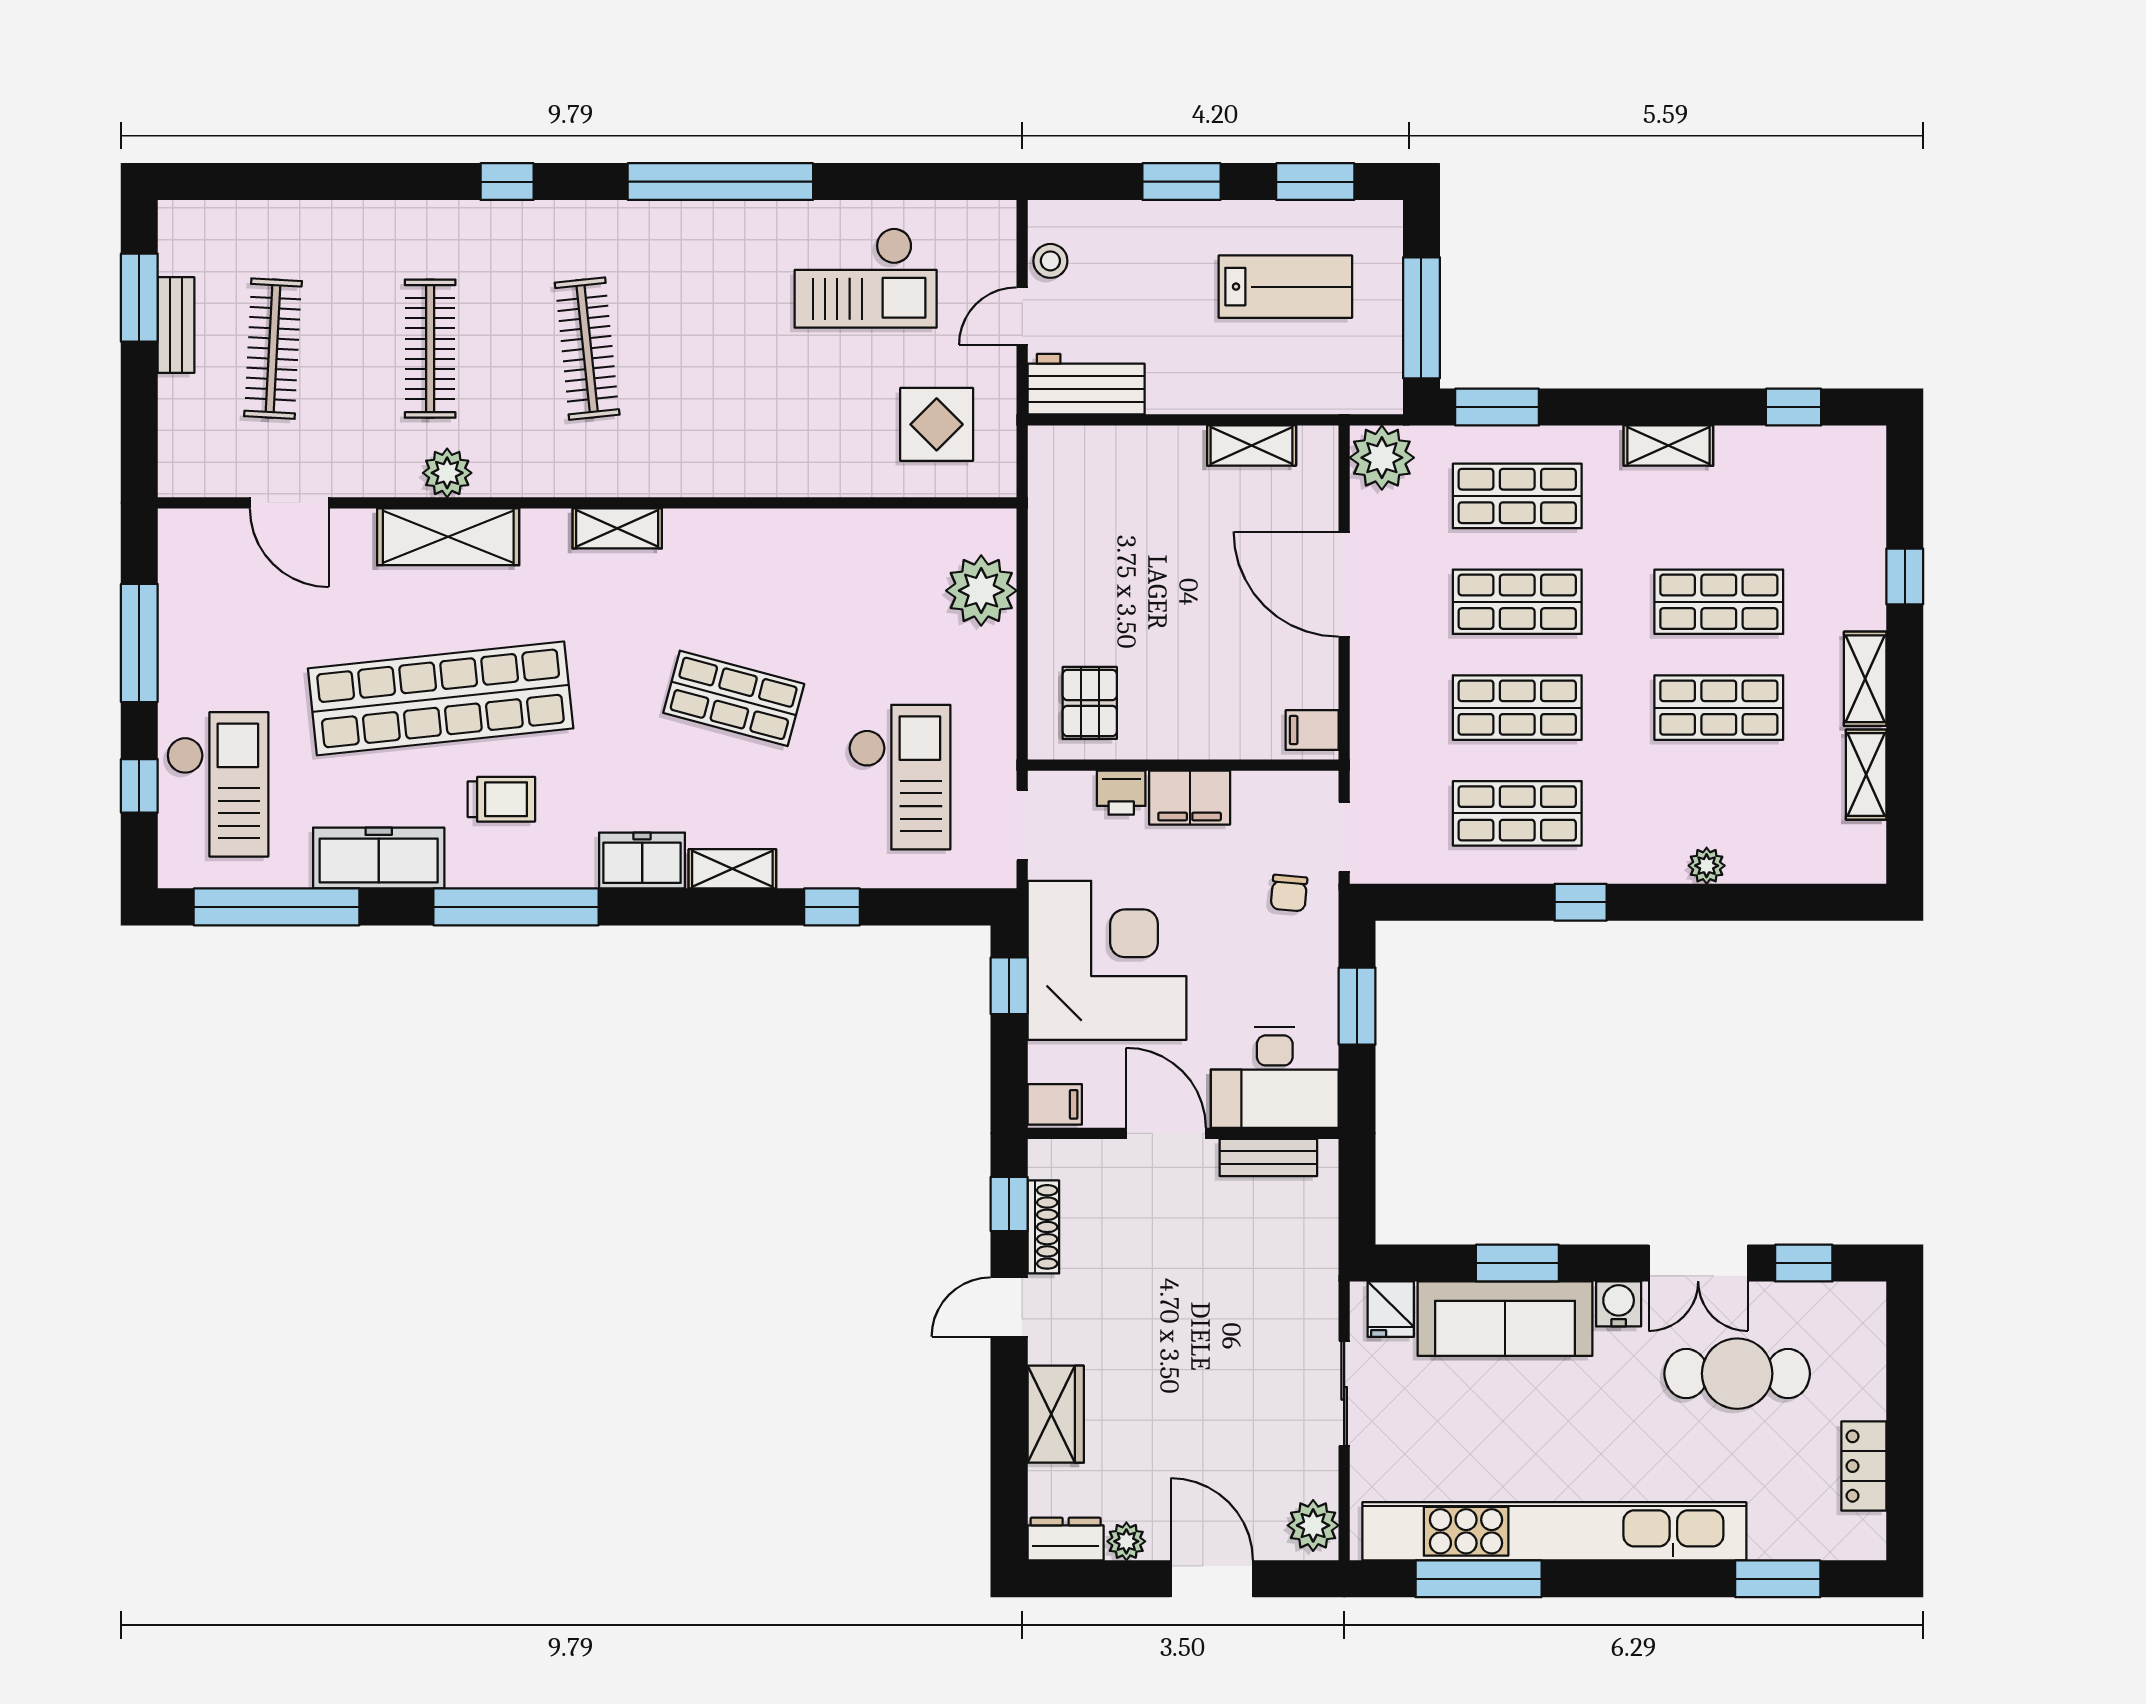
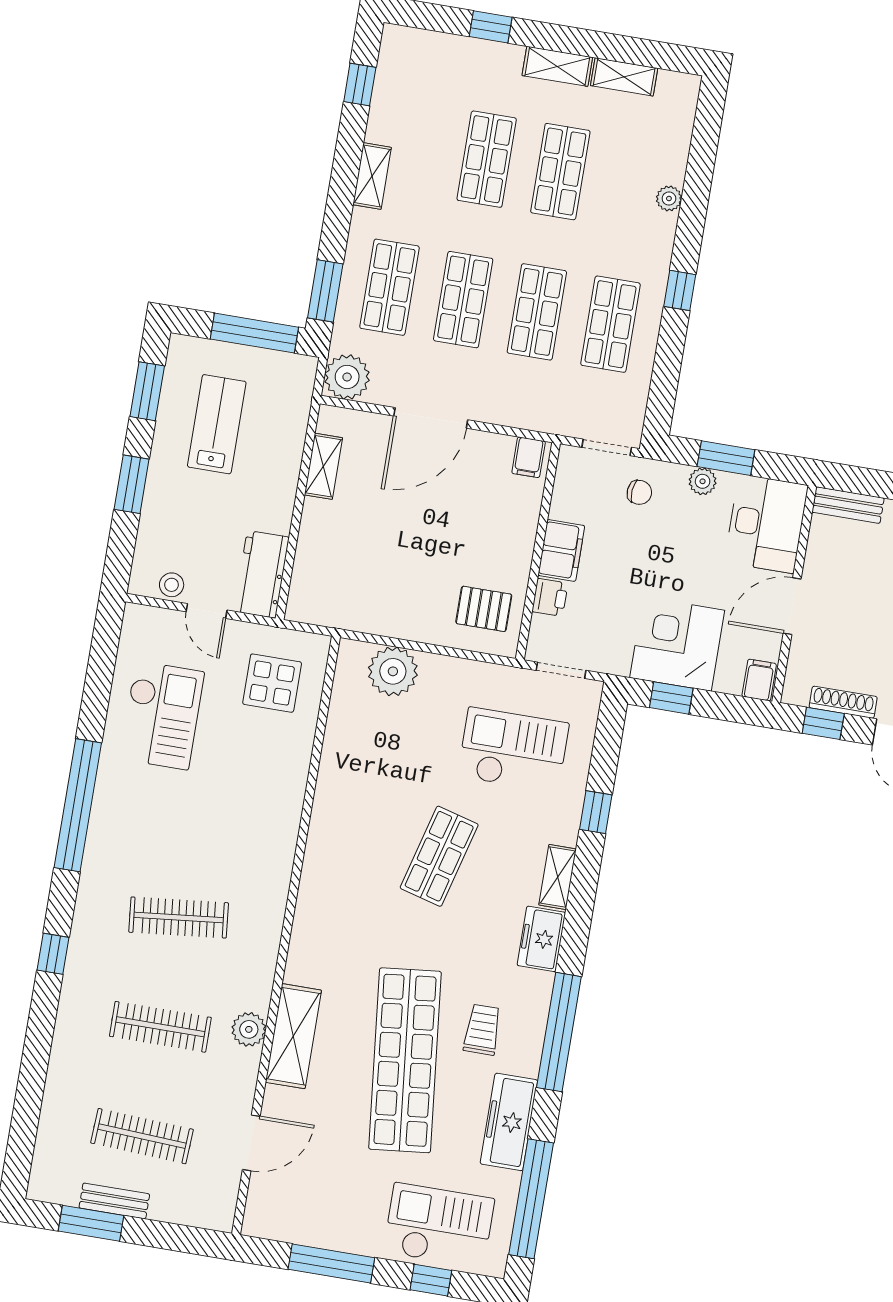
shelving: (617, 528) -> (307, 918), removed
corner desk: (1107, 960) -> (677, 644), width x0.74, depth x0.74
plant: (1319, 979) -> (703, 481), added
bench: (1268, 1157) -> (848, 505), moved, turned 90

